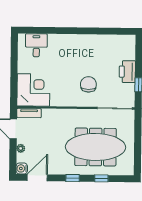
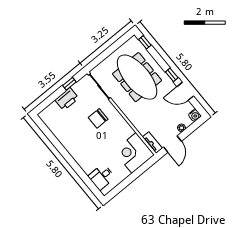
door: (37, 178) -> (185, 91), moved
window: (101, 178) -> (145, 42), moved

